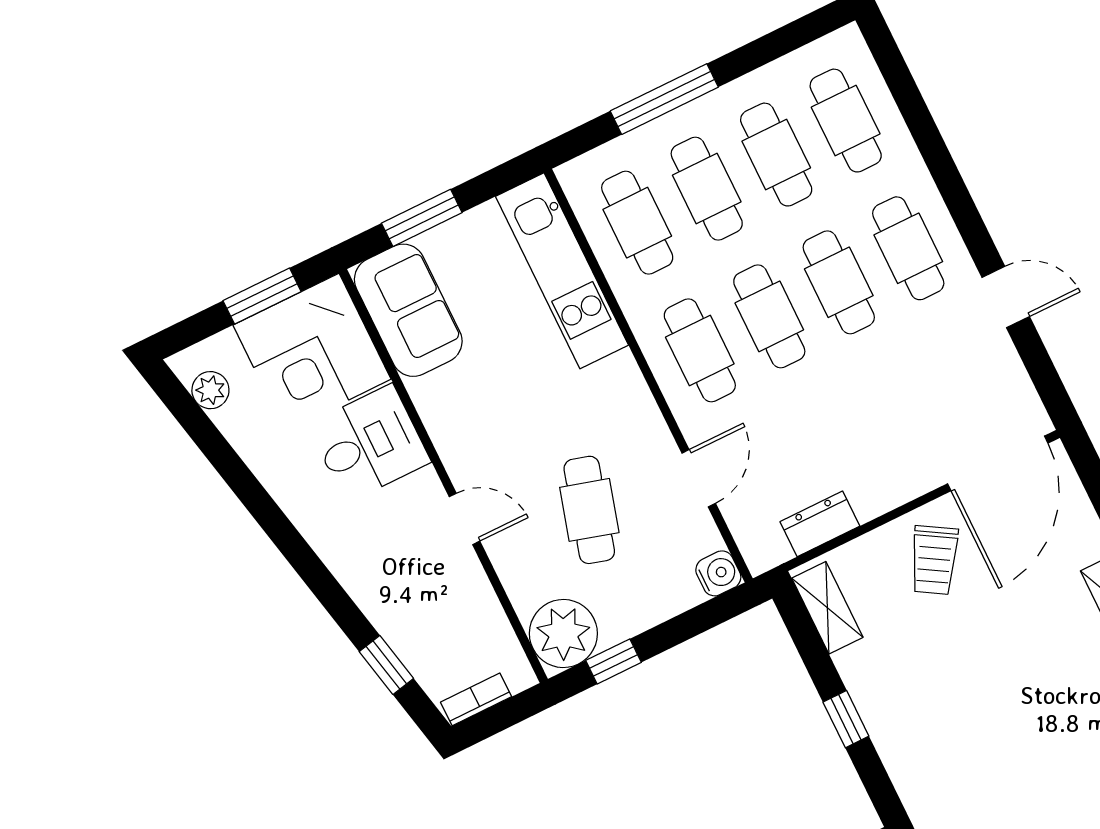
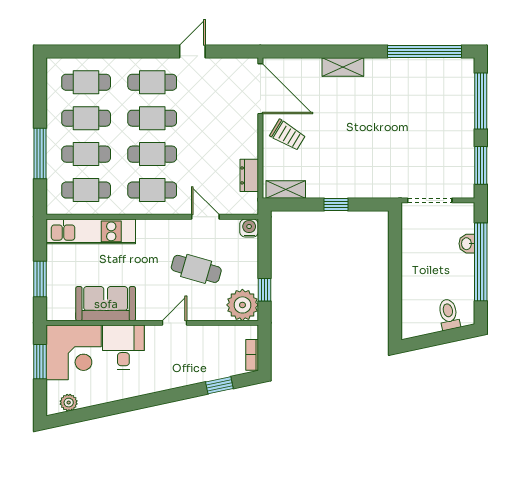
sofa: (408, 310) -> (106, 304), moved

